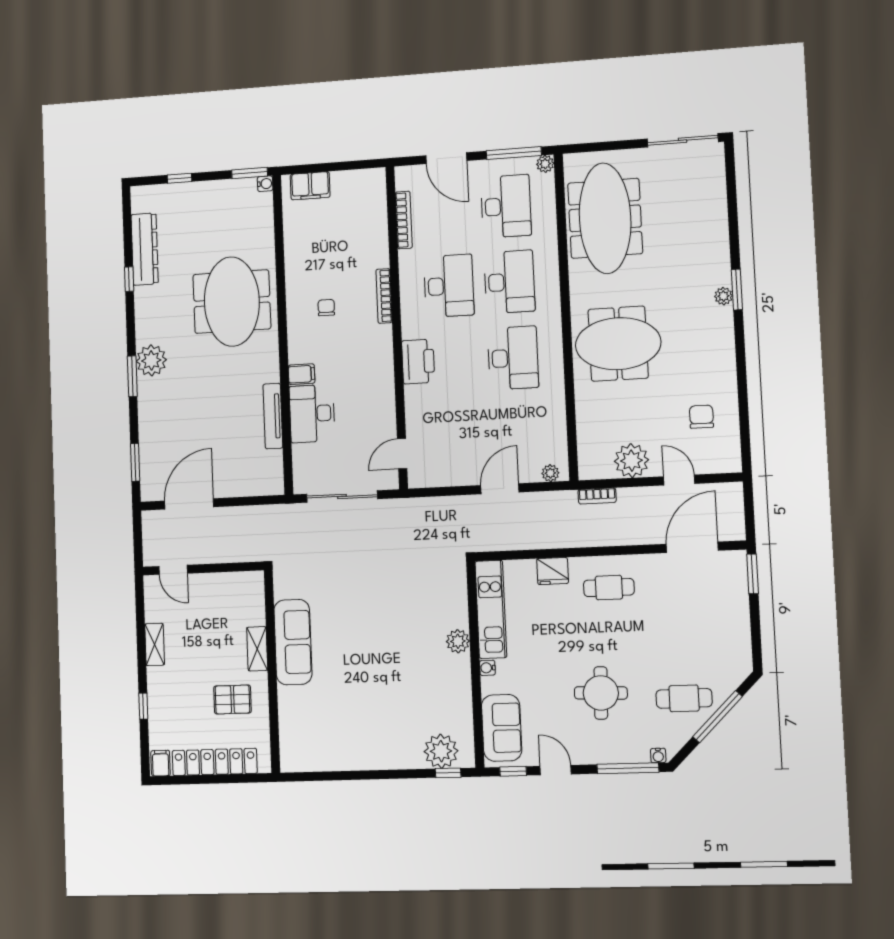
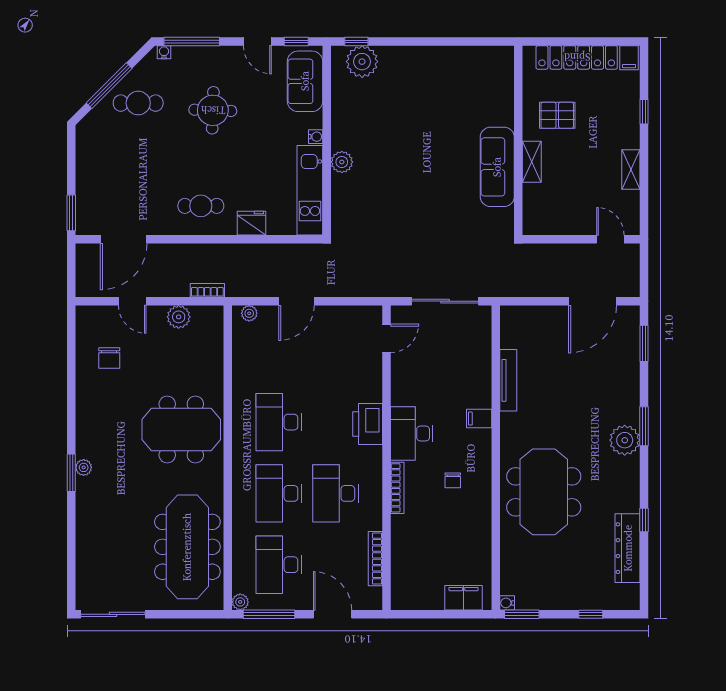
desk: (312, 414) -> (412, 433), moved, turned 180
plant: (632, 461) -> (179, 317), width x0.73, depth x0.73

